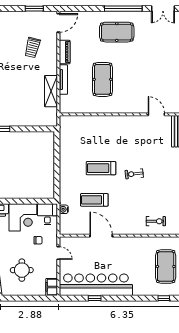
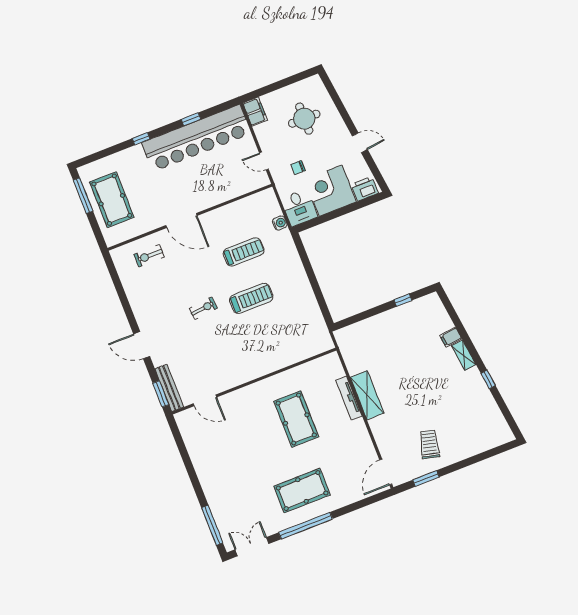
trolley: (32, 48) -> (429, 444), moved
piano: (65, 52) -> (362, 436), removed
shelving: (51, 91) -> (367, 395), moved
door: (101, 236) -> (181, 221), moved
window: (164, 298) -> (141, 139), moved

